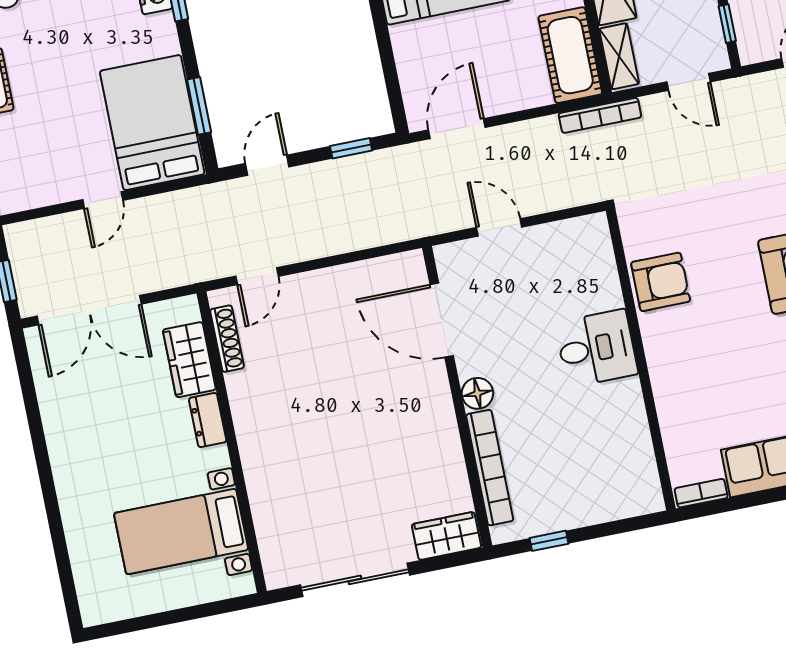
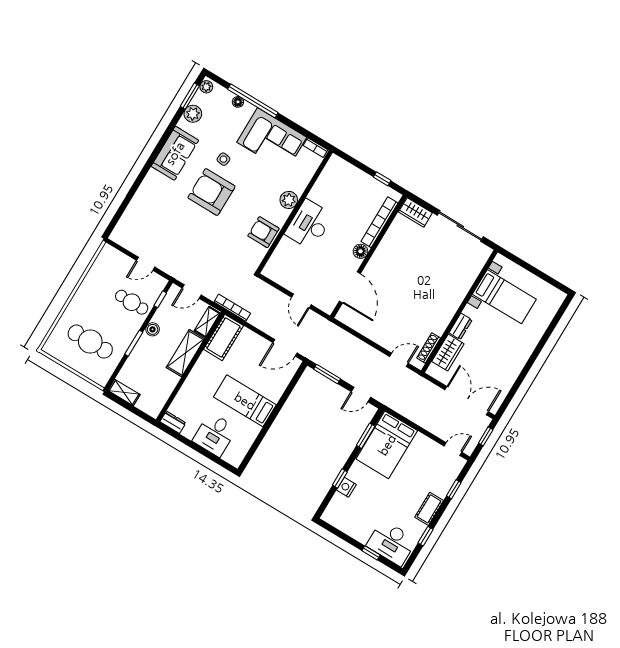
door: (689, 82) -> (192, 291), swing flipped
window: (351, 148) -> (327, 374), width x1.50
door: (103, 200) -> (453, 449), moved
desk: (596, 348) -> (309, 225), width x1.37
plant: (667, 370) -> (289, 200), added

